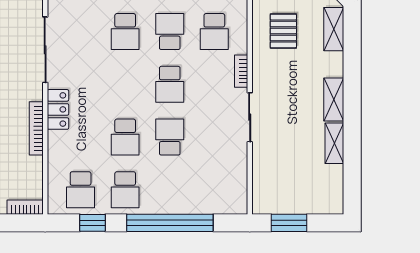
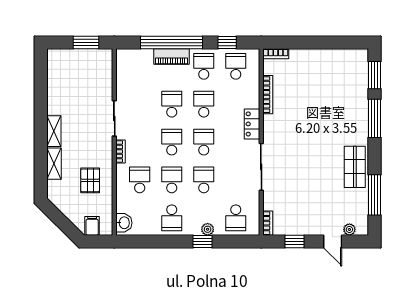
shelving: (334, 29) -> (54, 164), moved
school desk: (170, 32) -> (172, 180), turned 180
school desk: (125, 84) -> (204, 142), added
bookcase: (36, 128) -> (268, 95), moved
school desk: (170, 137) -> (172, 104), turned 180
shelving: (334, 143) -> (53, 100), removed
piano: (170, 203) -> (171, 57), added

